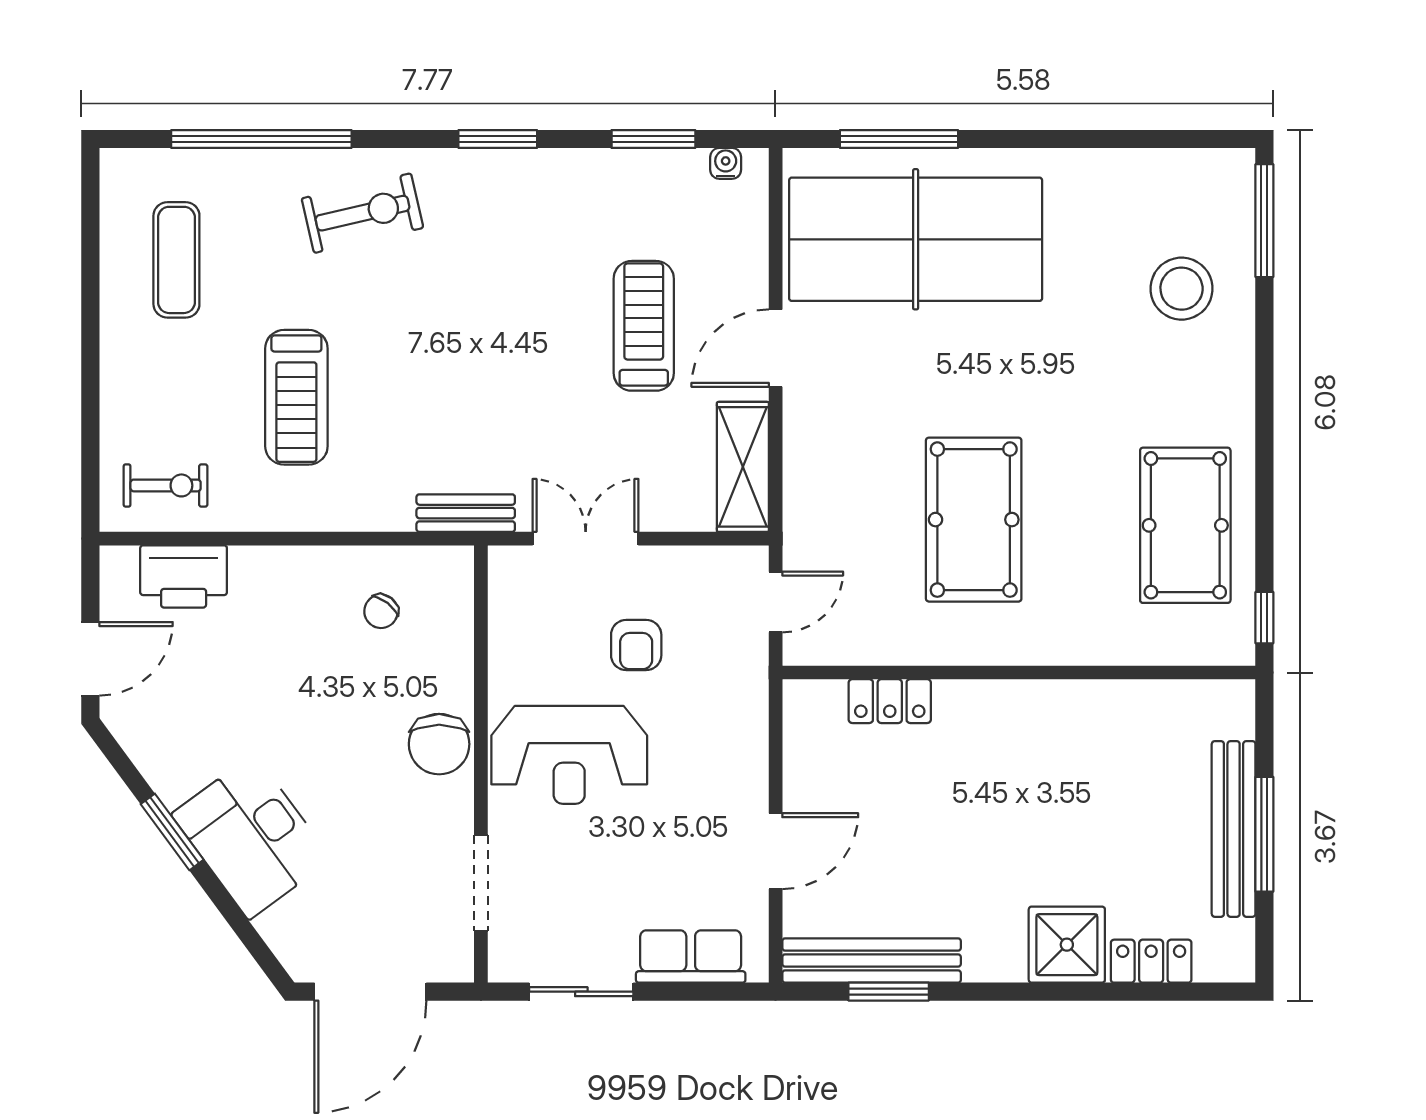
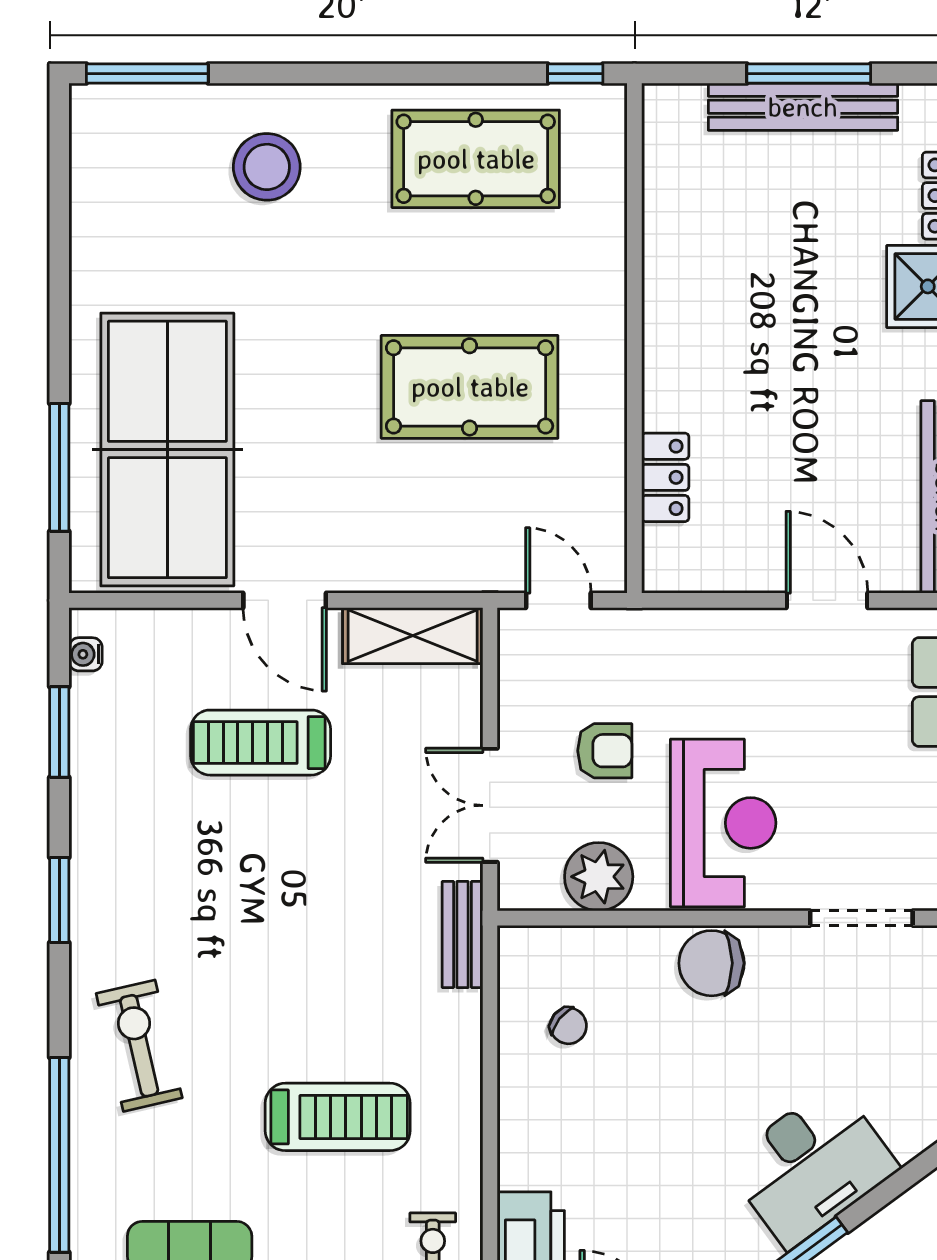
stool: (1182, 289) -> (267, 167), moved
plant: (519, 639) -> (599, 877), added
chair: (439, 744) -> (712, 963), turned 180

